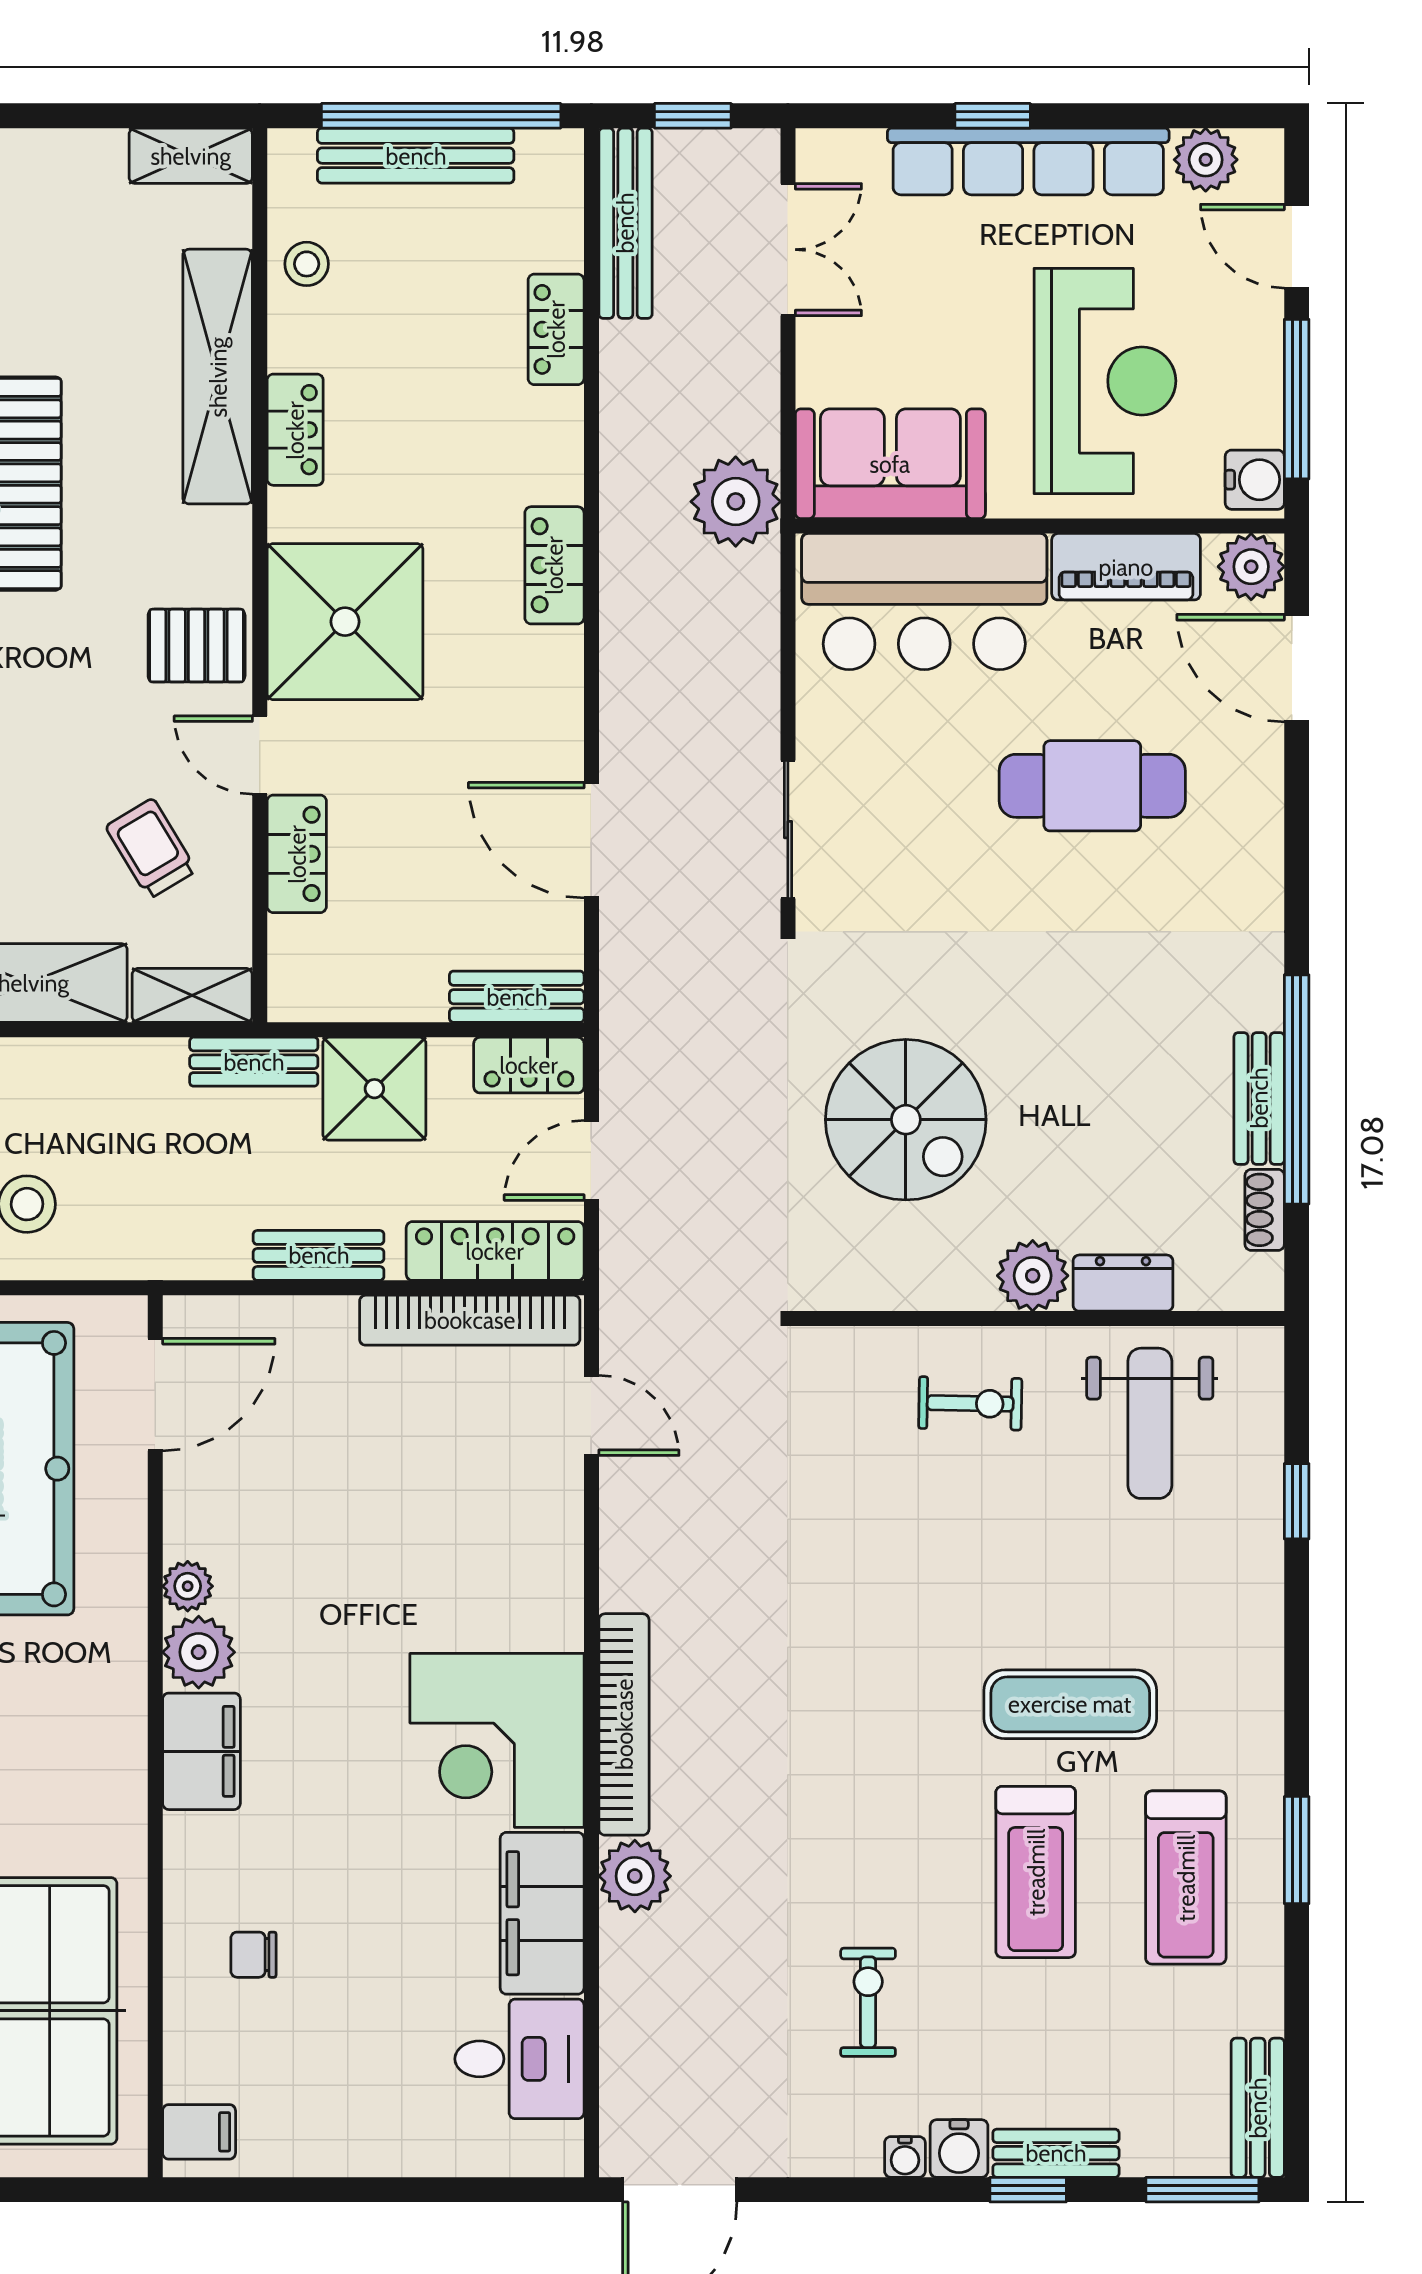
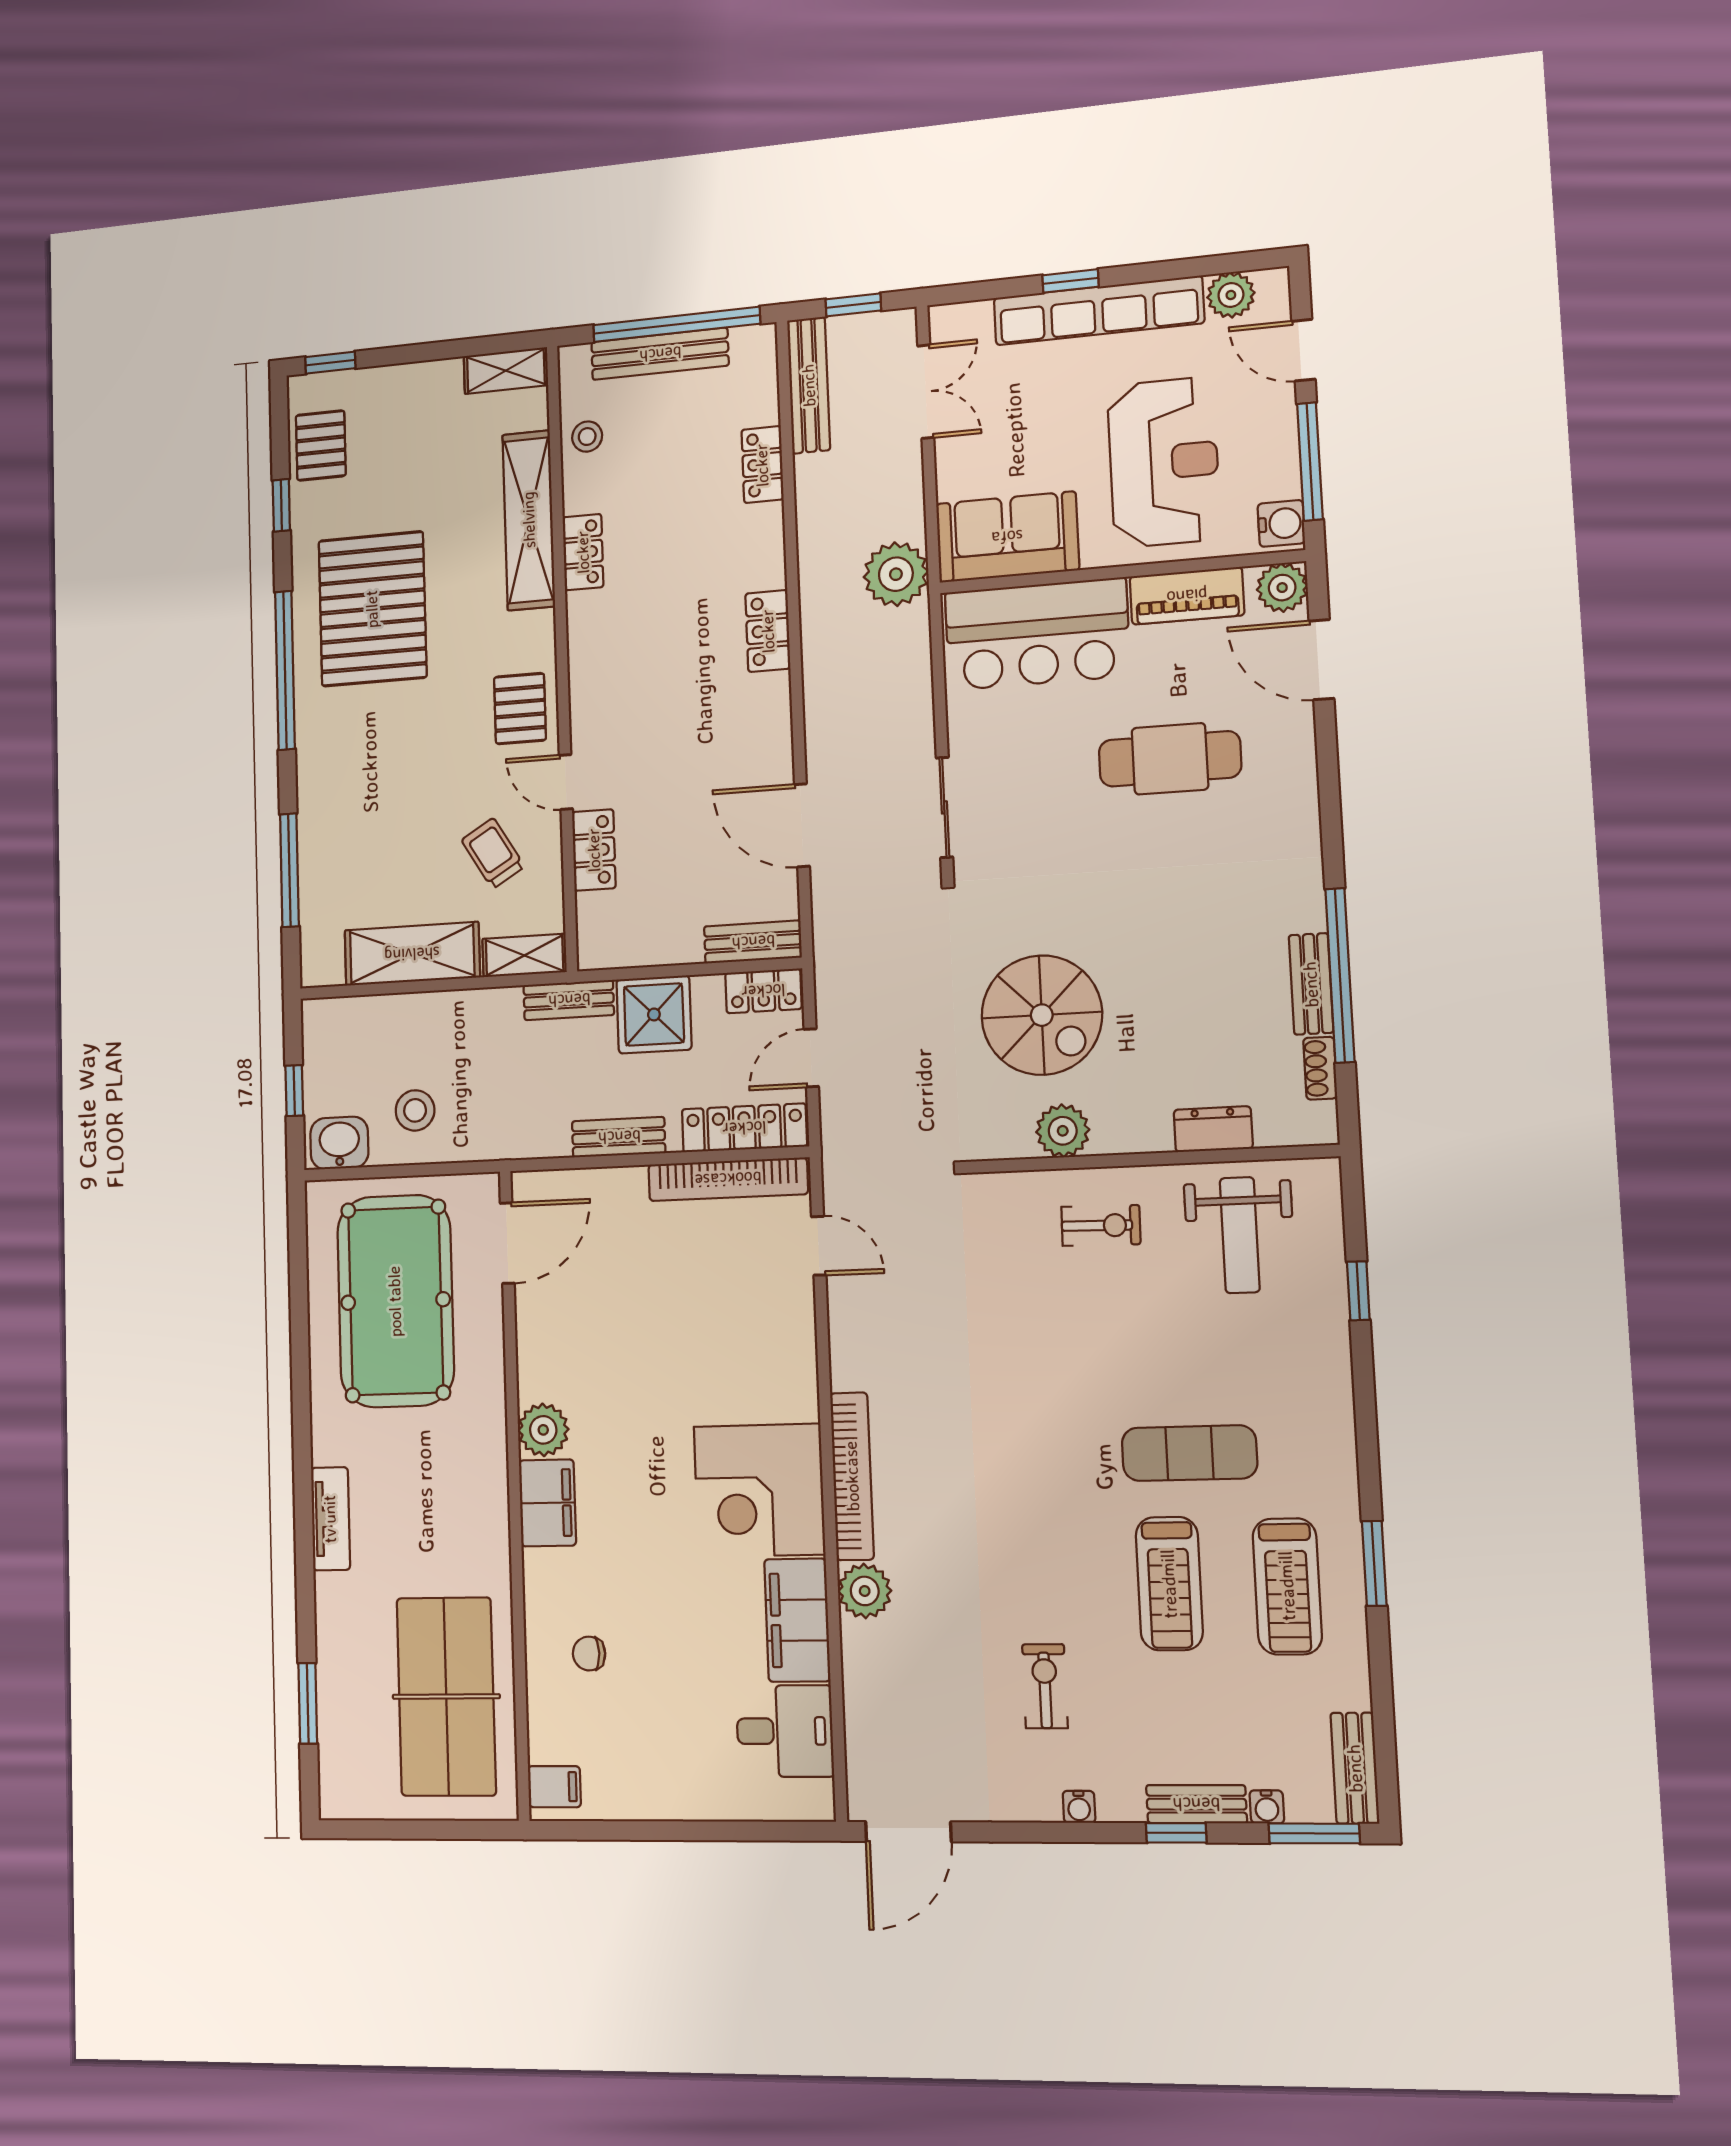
shower: (345, 622) -> (622, 683), removed
pallet: (197, 646) -> (520, 709), turned 90
plant: (1033, 1276) -> (1063, 1131), moved
plant: (188, 1586) -> (534, 1382), removed
water cooler: (959, 2149) -> (1267, 1807), moved, width x0.72, depth x0.72

